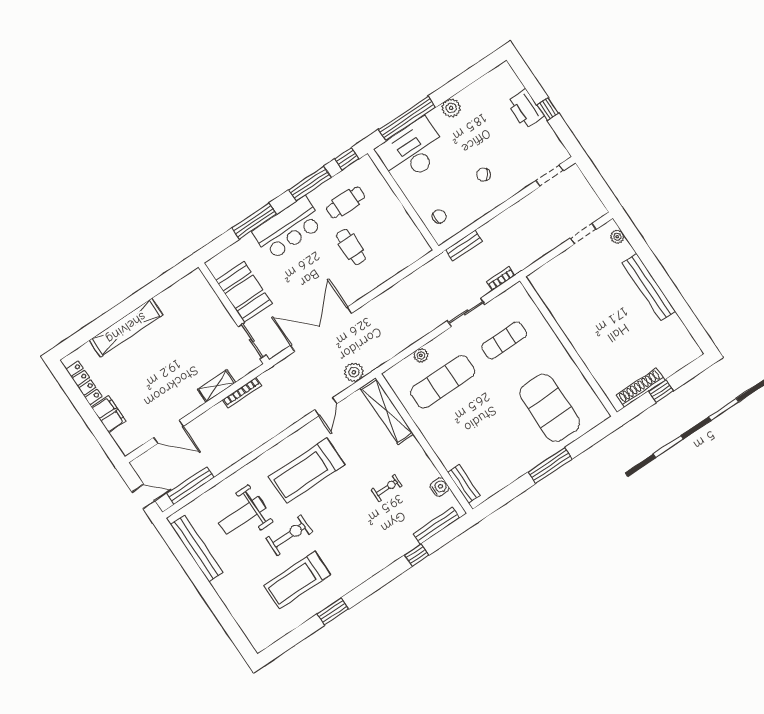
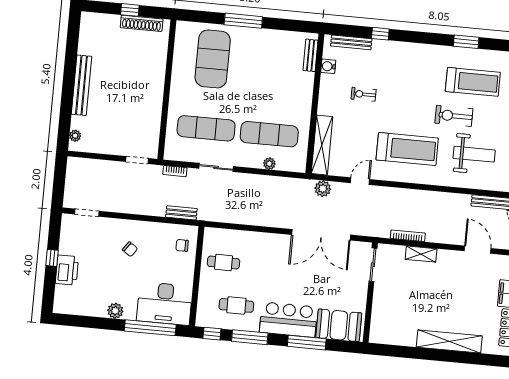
doorway: (583, 234) -> (137, 160), moved
cafe table: (351, 247) -> (223, 263), moved, turned 90
booth: (244, 292) -> (339, 325), moved, turned 90
exercise mat: (504, 340) -> (206, 128), width x1.36, depth x1.45

